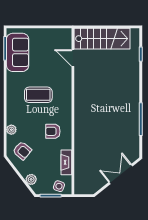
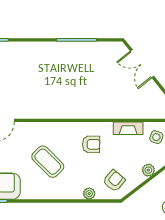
coffee table: (38, 95) -> (48, 162), turned -45
armchair: (53, 131) -> (91, 144), turned -89

